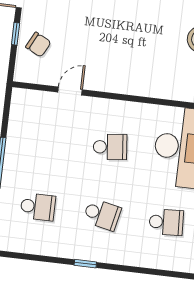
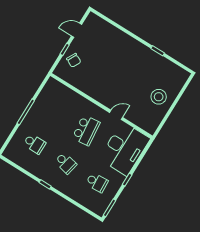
door: (70, 91) -> (116, 115), moved
school desk: (110, 147) -> (86, 130), width x1.85

